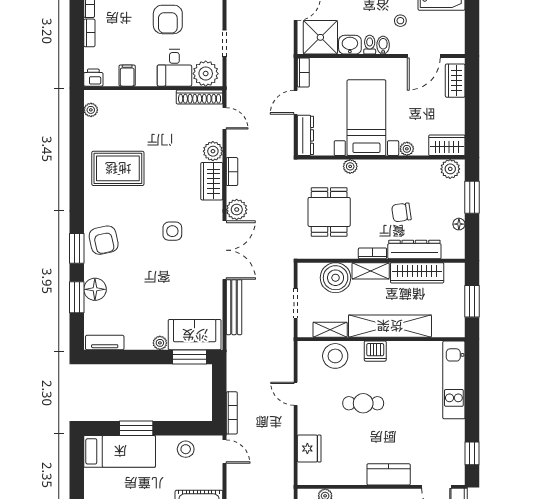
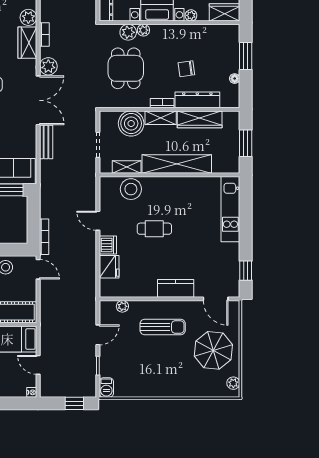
plant: (450, 169) -> (128, 32), moved
bench: (234, 307) -> (46, 142), width x0.73
dishwasher: (375, 351) -> (108, 245), moved, turned -90

